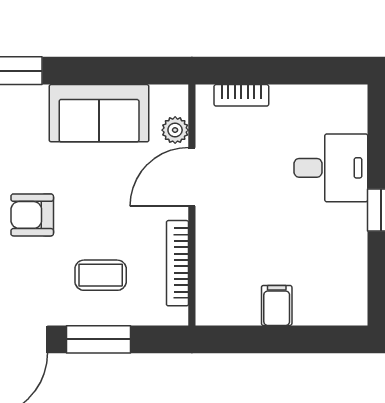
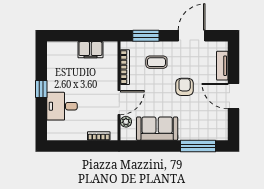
armchair: (32, 215) -> (185, 87), turned -90
filing cabinet: (277, 305) -> (90, 50), width x2.00
window: (99, 339) -> (146, 36), moved

